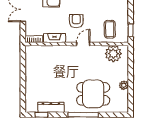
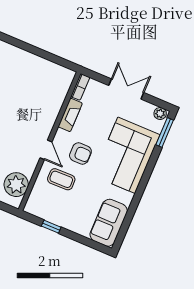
coffee table: (110, 29) -> (61, 179), moved
window: (131, 30) -> (51, 227), moved

